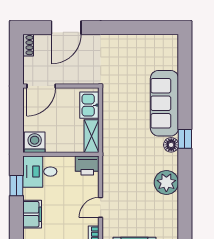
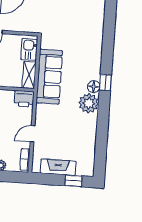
sofa: (164, 103) -> (49, 77), moved, turned 180
plant: (166, 182) -> (89, 103), moved

